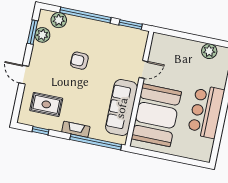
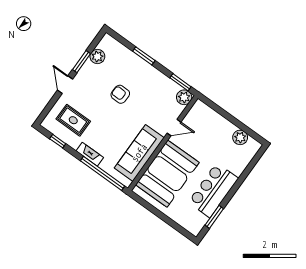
window: (85, 15) -> (144, 56), width x0.47
plant: (59, 20) -> (184, 97), moved
window: (33, 32) -> (81, 62), moved
window: (218, 136) -> (214, 217), added

